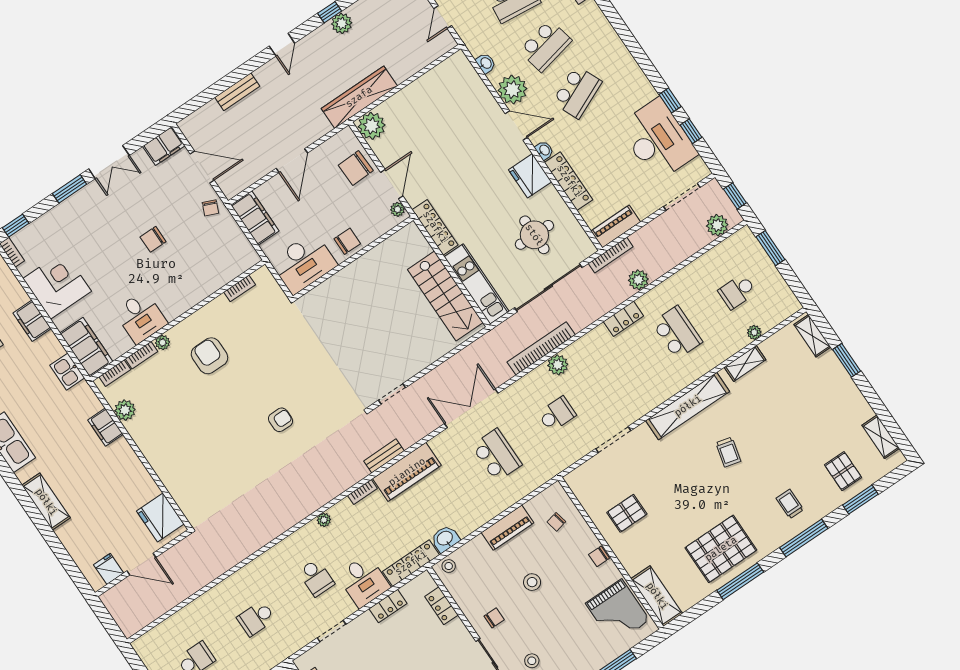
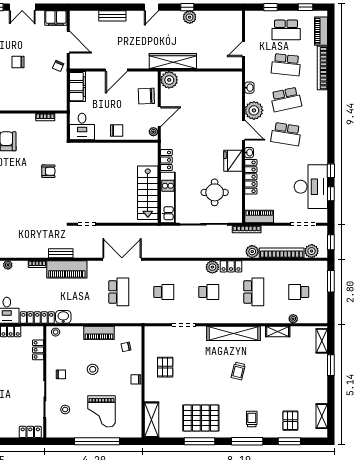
school desk: (577, 92) -> (286, 134), turned 33
locker: (435, 227) -> (166, 160), width x0.66
desk: (304, 263) -> (82, 126), width x0.73
bookcase: (541, 348) -> (282, 253), moved
plant: (558, 365) -> (212, 267), moved
school desk: (617, 373) -> (209, 292), added
armchair: (281, 420) -> (48, 171), moved
pallet: (627, 513) -> (165, 367), turned 90
grand piano: (618, 612) -> (102, 411), moved

